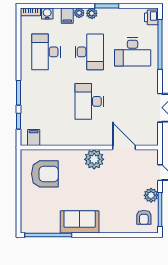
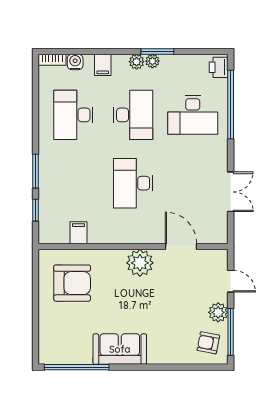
plant: (79, 13) -> (152, 61), moved
filing cabinet: (34, 137) -> (79, 233), moved
armchair: (144, 217) -> (208, 343), turned 101

